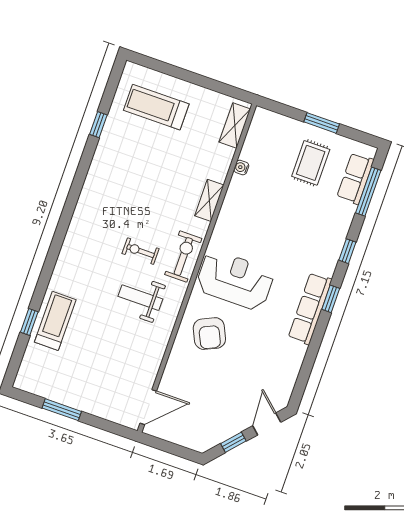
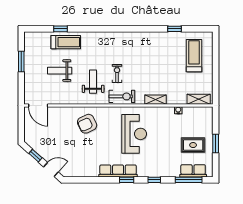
reception desk: (235, 280) -> (134, 134), moved
weight bench: (101, 349) -> (60, 71), added

